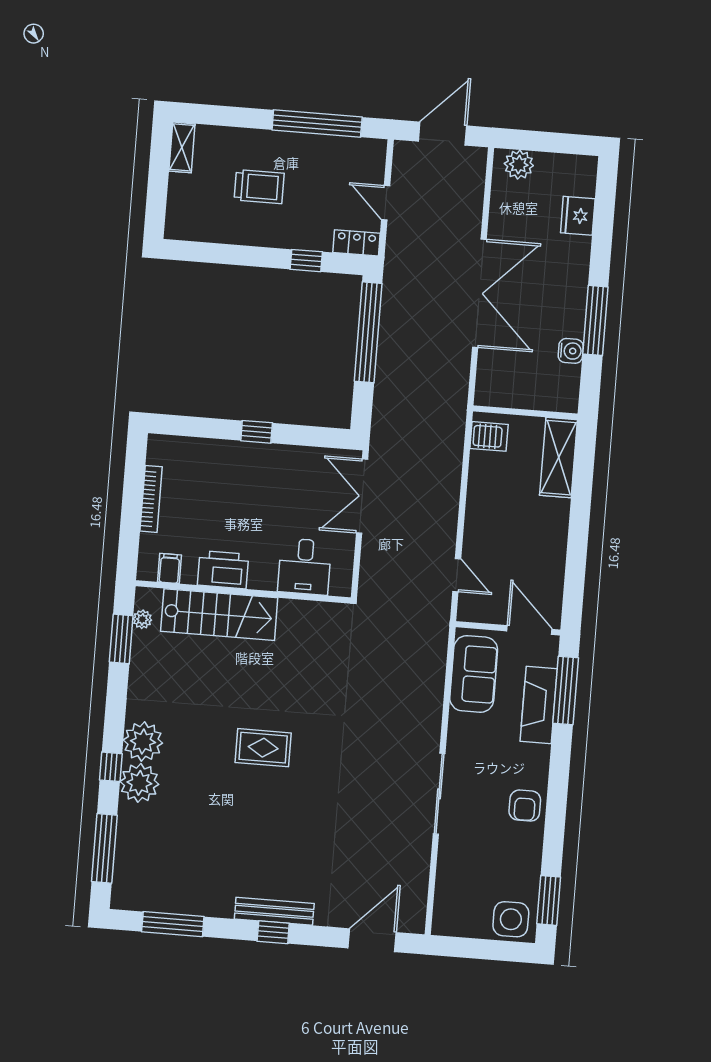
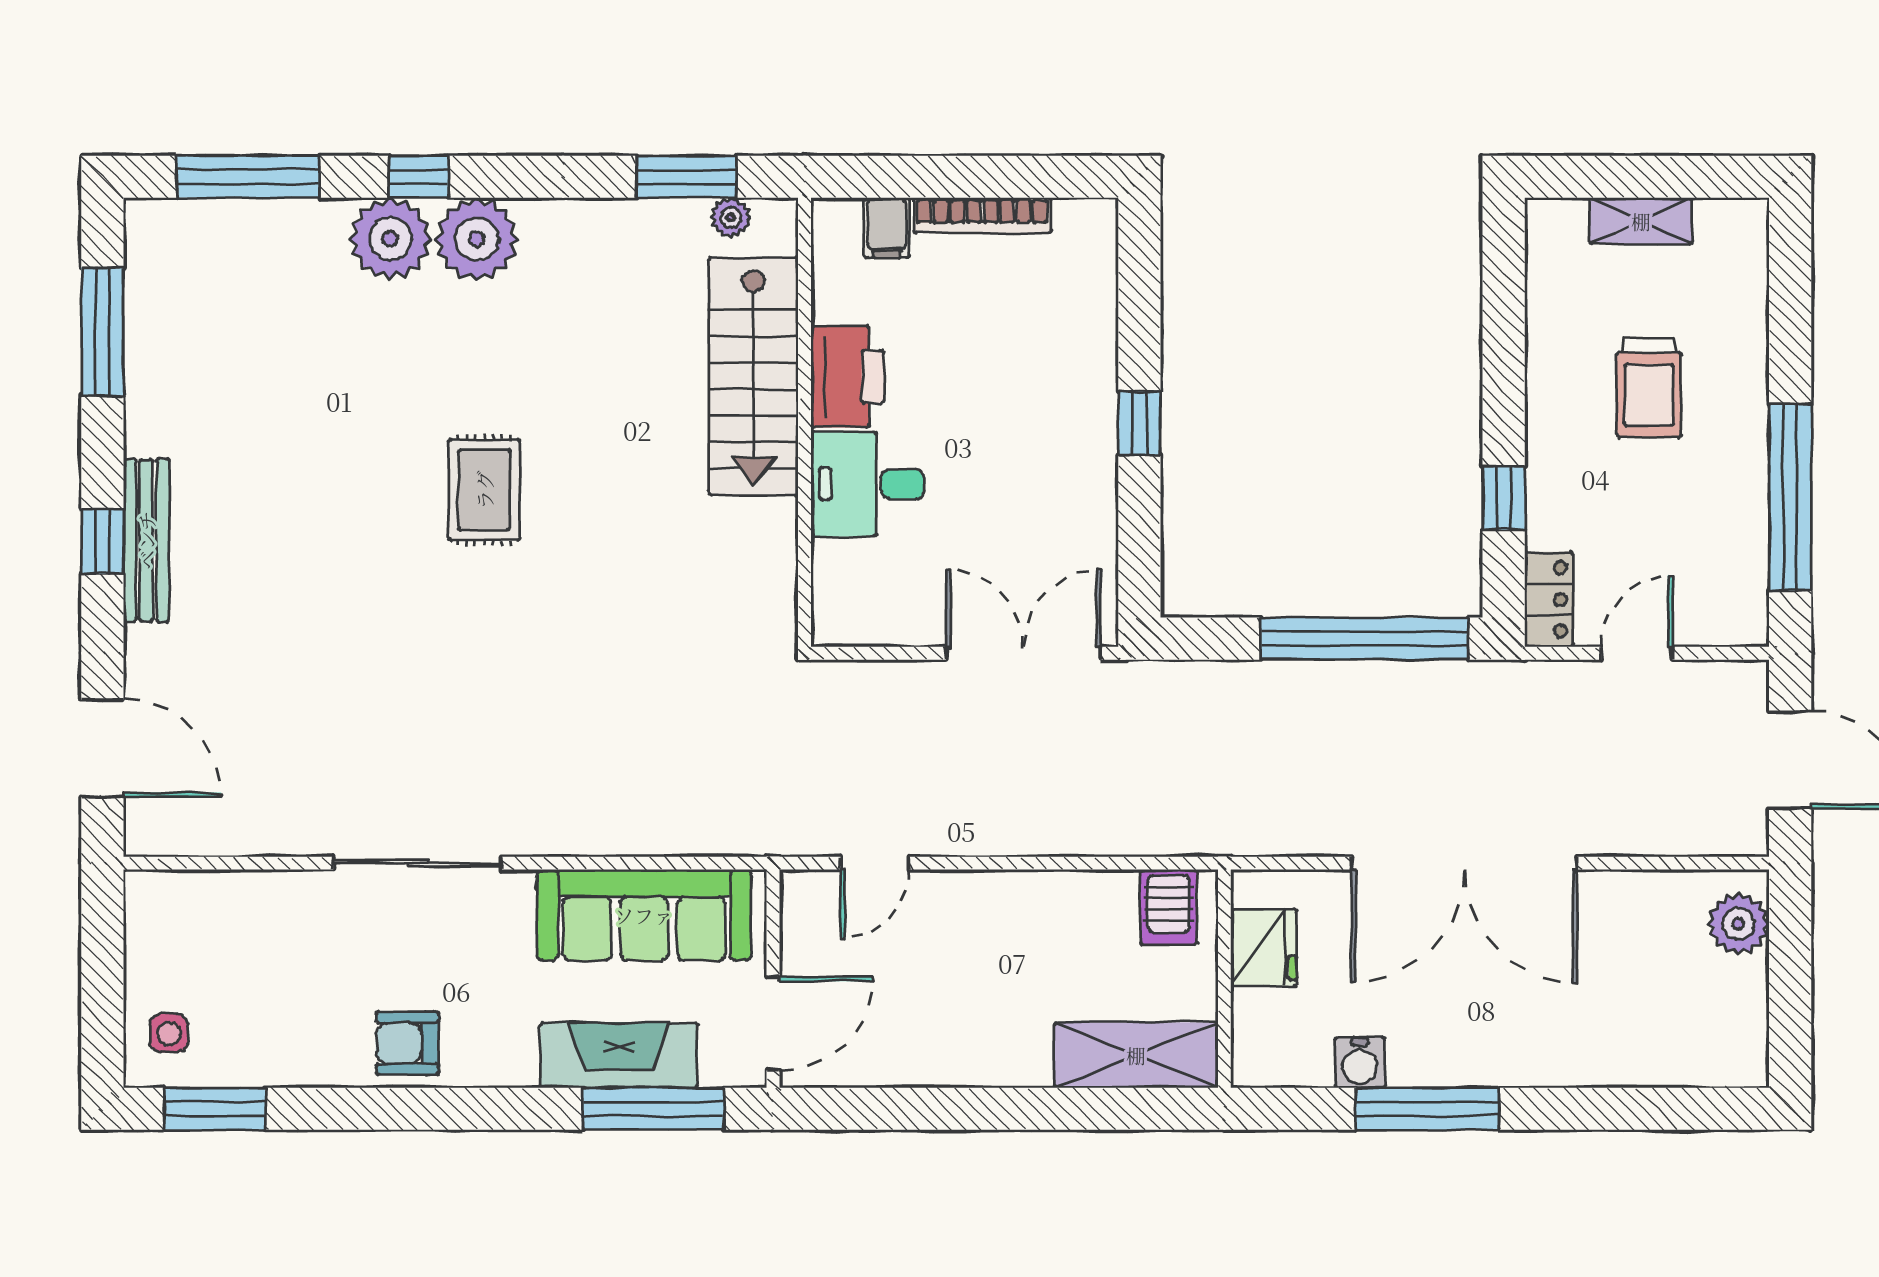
shelving: (182, 147) -> (1641, 221), moved
fridge: (578, 216) -> (1264, 948), moved, turned 90
desk: (305, 567) -> (867, 484), moved
filing cabinet: (169, 568) -> (887, 228), moved, turned 90
sofa: (474, 674) -> (644, 915), width x1.36
side table: (511, 919) -> (169, 1033), width x0.54, depth x0.54

